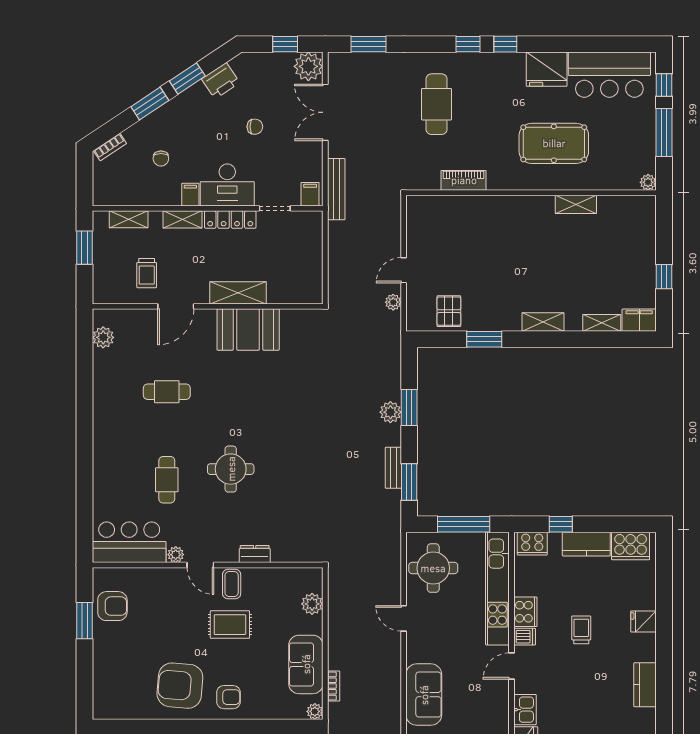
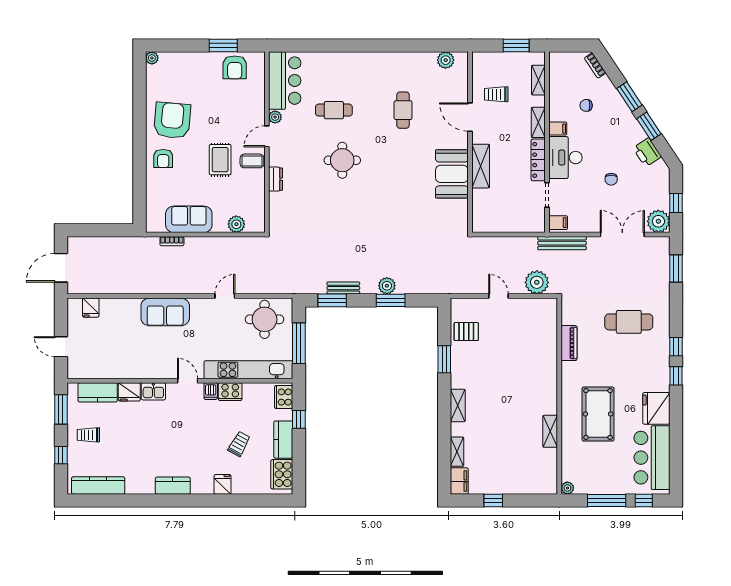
plant: (393, 302) -> (537, 282), moved, width x1.88, depth x1.88
trolley: (581, 630) -> (239, 444), moved, turned -61
plant: (315, 711) -> (152, 58), moved

